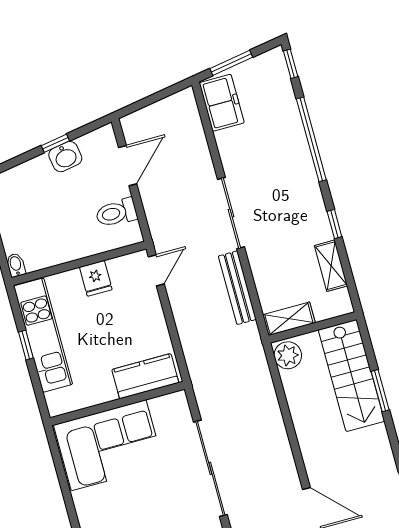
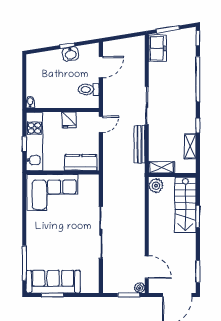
kitchen counter: (145, 376) -> (81, 162), moved
wall: (117, 404) -> (63, 172), moved
corner sofa: (109, 445) -> (52, 192), moved

